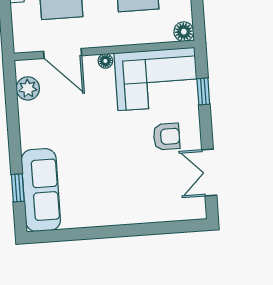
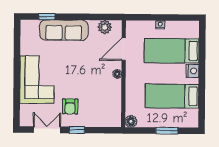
corner sofa: (156, 79) -> (37, 80), moved, turned 180
window: (203, 91) -> (77, 130), moved
sofa: (41, 190) -> (64, 30), moved

